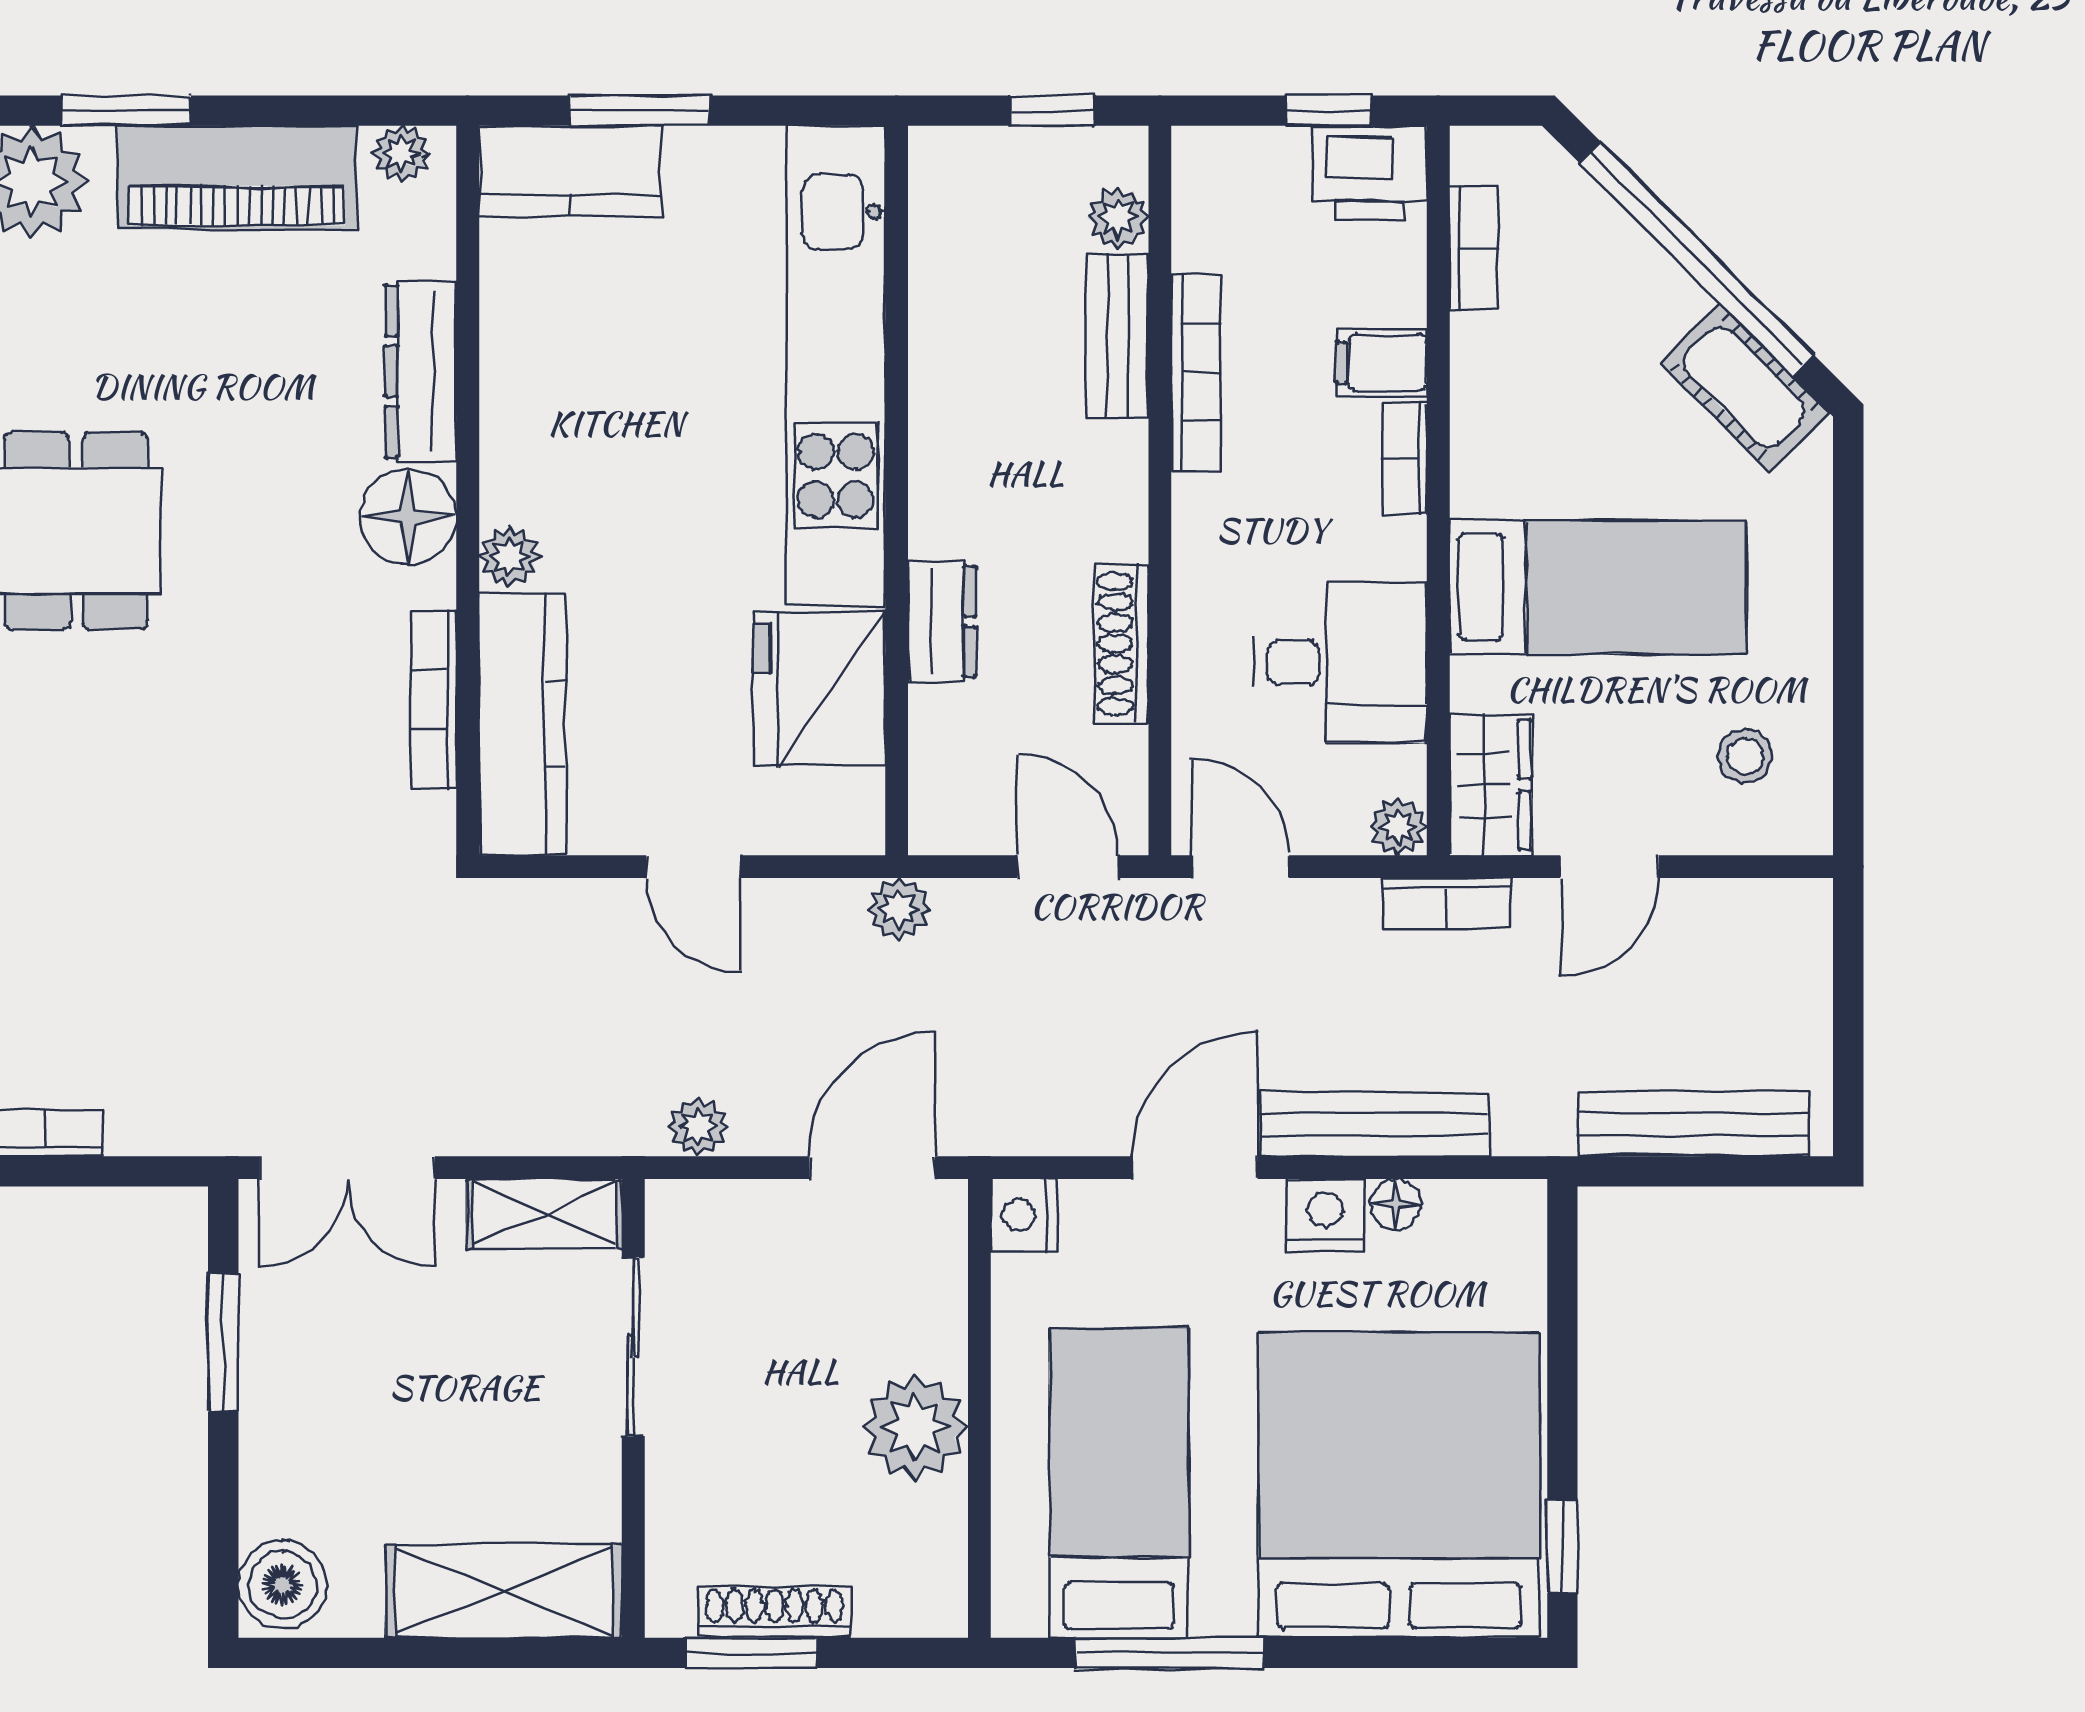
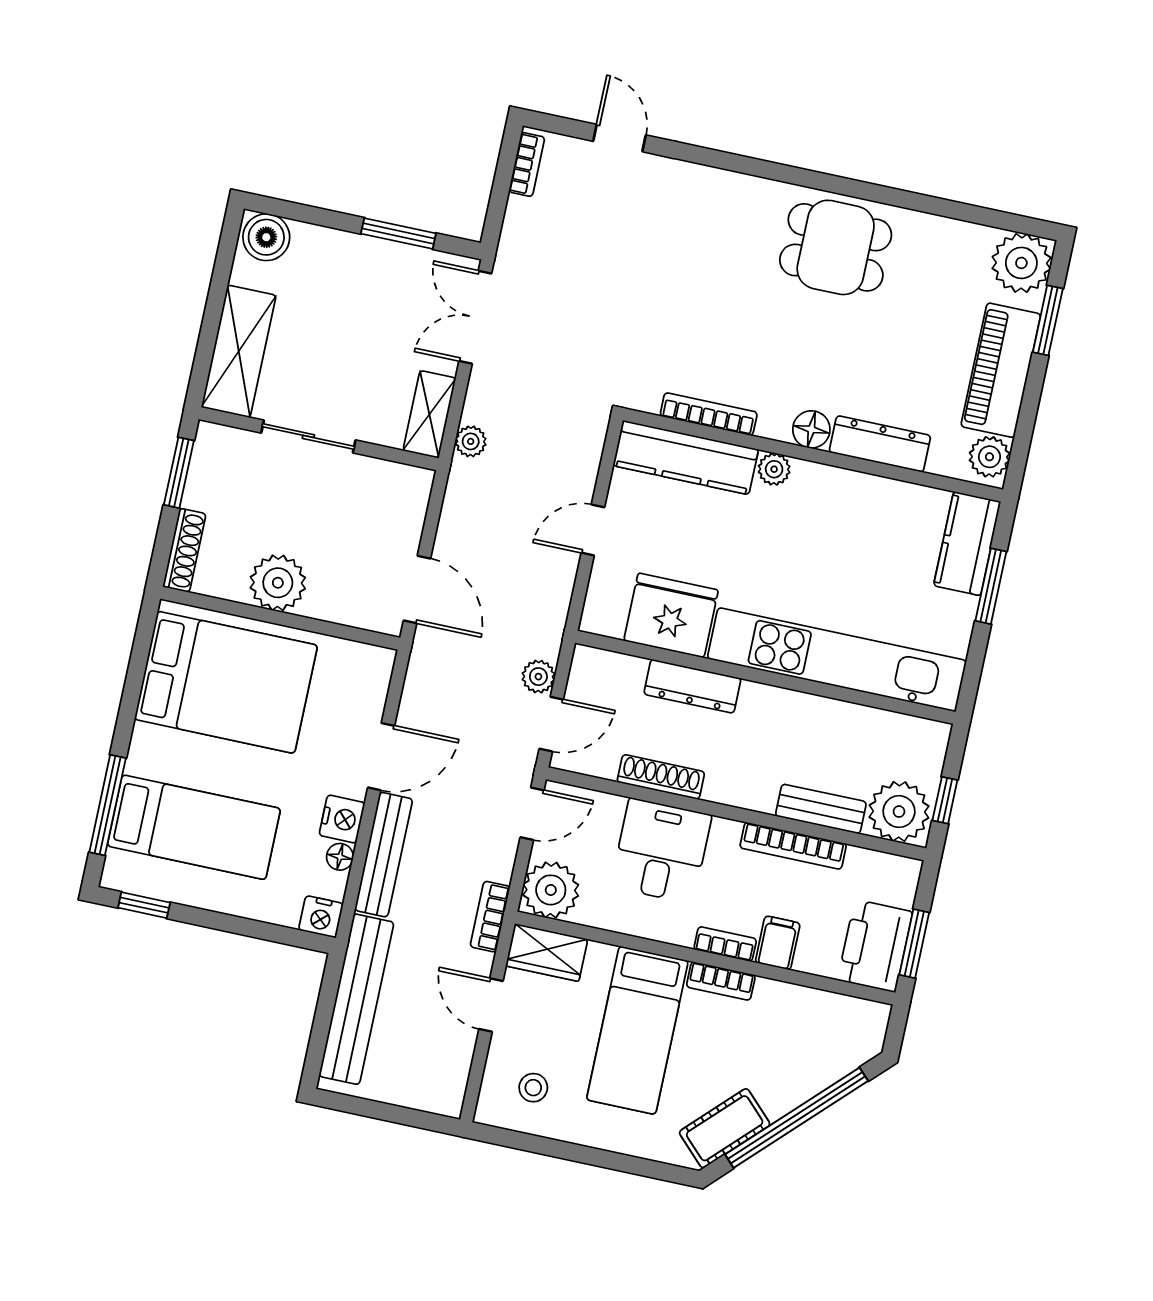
window: (1329, 111) -> (914, 944), width x1.50
plant: (401, 154) -> (989, 457), width x1.38, depth x1.38
printer: (1370, 173) -> (875, 946), width x1.37, depth x1.19
plant: (1118, 218) -> (899, 812), width x1.88, depth x1.88
bookcase: (1474, 248) -> (721, 981), moved
floor lamp: (408, 517) -> (811, 429), width x0.73, depth x0.73
dresser: (942, 621) -> (692, 686), width x1.44
desk: (1340, 662) -> (661, 851), moved, turned 180
plant: (1398, 827) -> (551, 890), width x1.88, depth x1.88
plant: (899, 909) -> (538, 677), moved
bench: (1694, 1124) -> (356, 999), width x1.37, depth x1.21
plant: (698, 1127) -> (471, 441), moved
door: (1195, 1168) -> (381, 757), hinge flipped
nightstand: (1024, 1215) -> (321, 917), moved, turned 180
sliding door: (633, 1347) -> (308, 437), moved
bed: (1119, 1483) -> (226, 682), width x1.50
bed: (1399, 1485) -> (194, 827), width x0.49
shoe rack: (774, 1612) -> (184, 550), moved
window: (1169, 1653) -> (108, 805), moved

